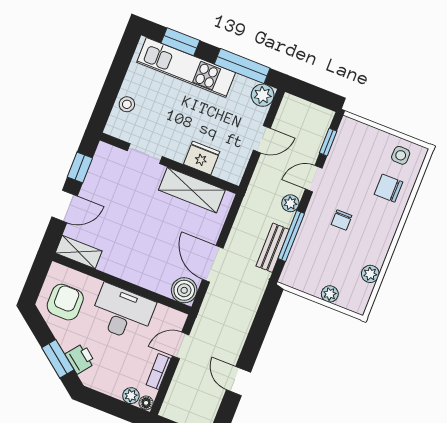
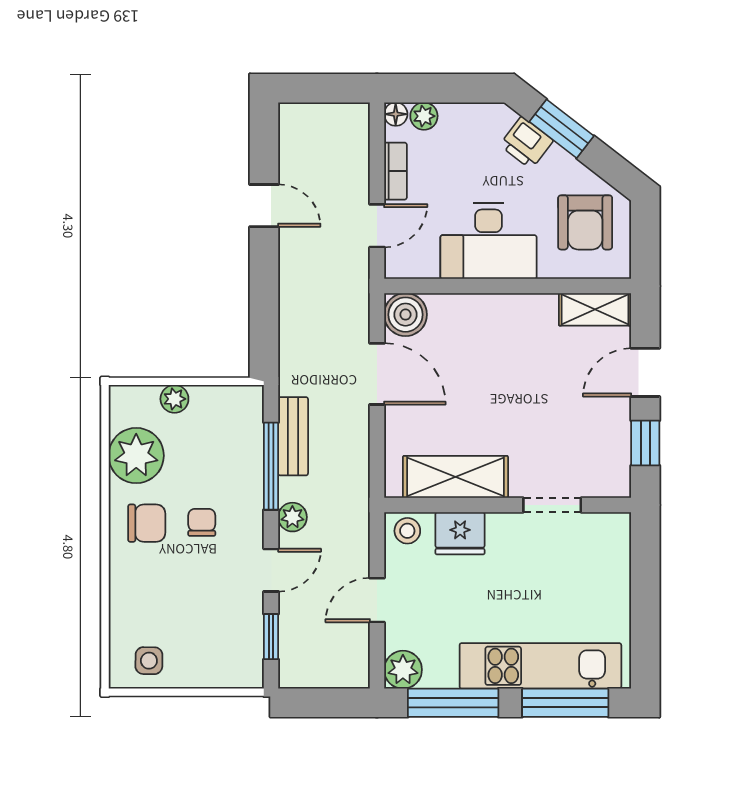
window: (180, 42) -> (565, 703), width x1.44
stool: (127, 104) -> (407, 531), moved
chair: (389, 188) -> (147, 523), moved
plant: (370, 274) -> (136, 456), width x1.87, depth x1.87

